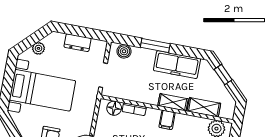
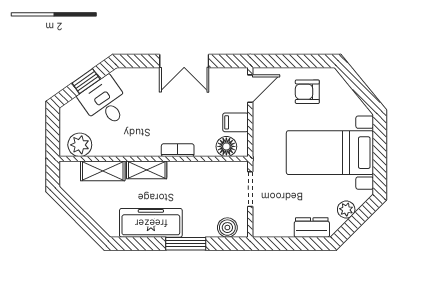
dresser: (77, 43) -> (312, 227), moved
window: (223, 75) -> (85, 221), removed
bookcase: (134, 109) -> (178, 150), moved
filing cabinet: (167, 120) -> (235, 122), moved, turned -90

